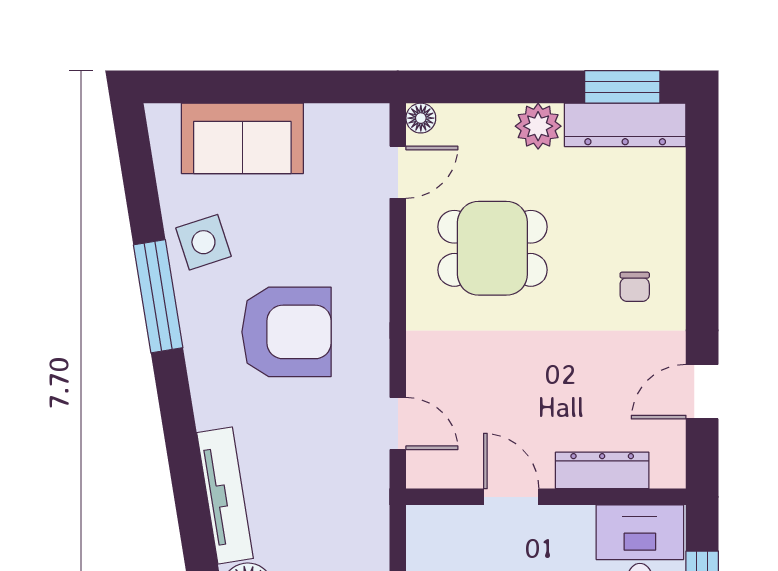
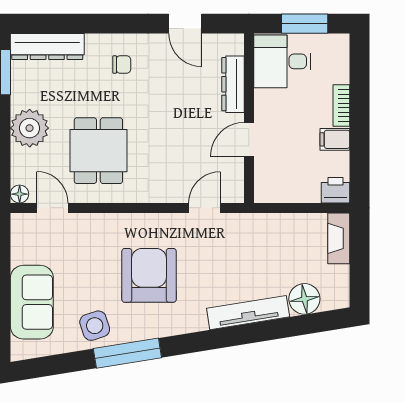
dresser: (625, 125) -> (47, 47), moved, turned 90
plant: (538, 126) -> (30, 128), width x1.36, depth x1.36

